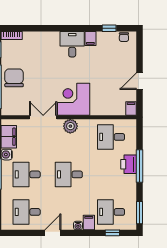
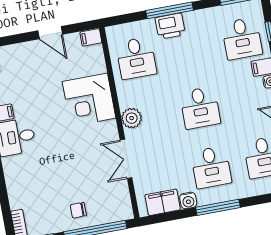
chair: (14, 78) -> (78, 210), width x0.54, depth x0.54
corner desk: (74, 99) -> (89, 100), moved

